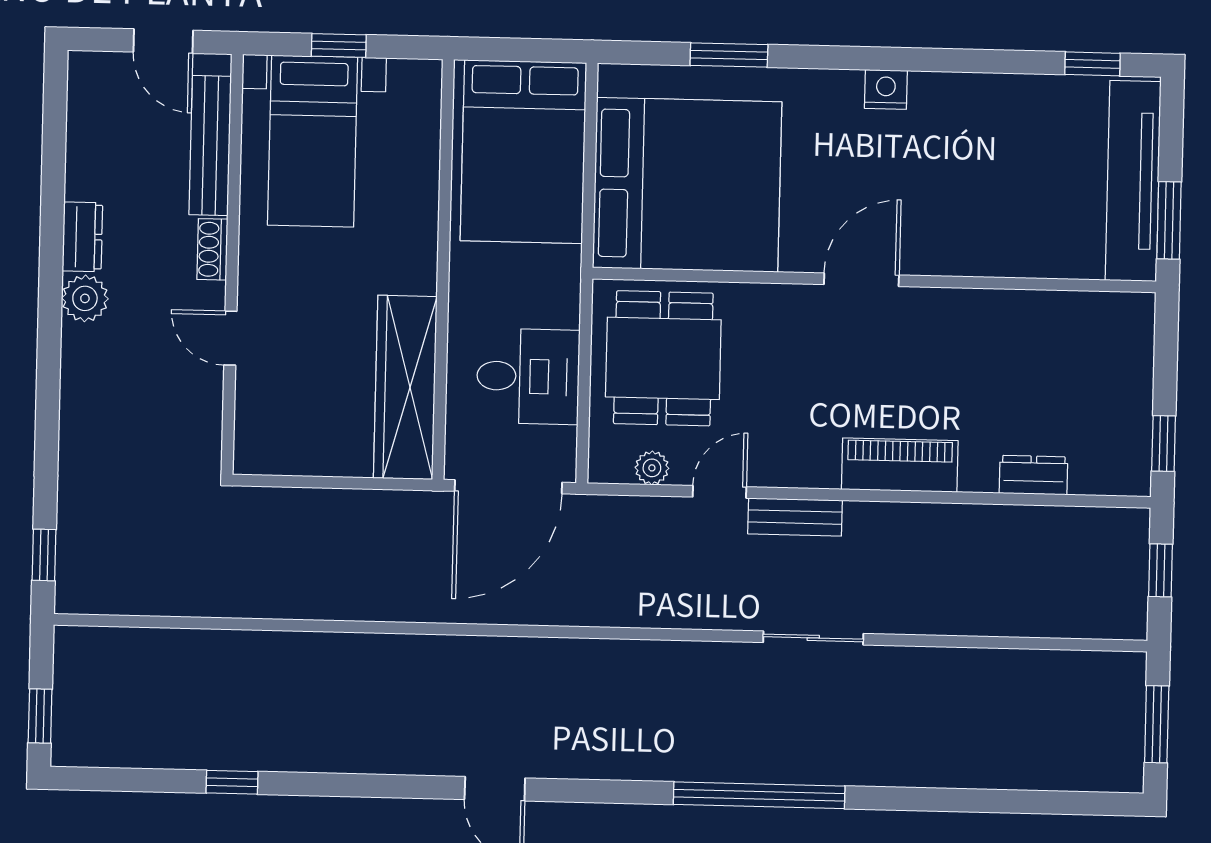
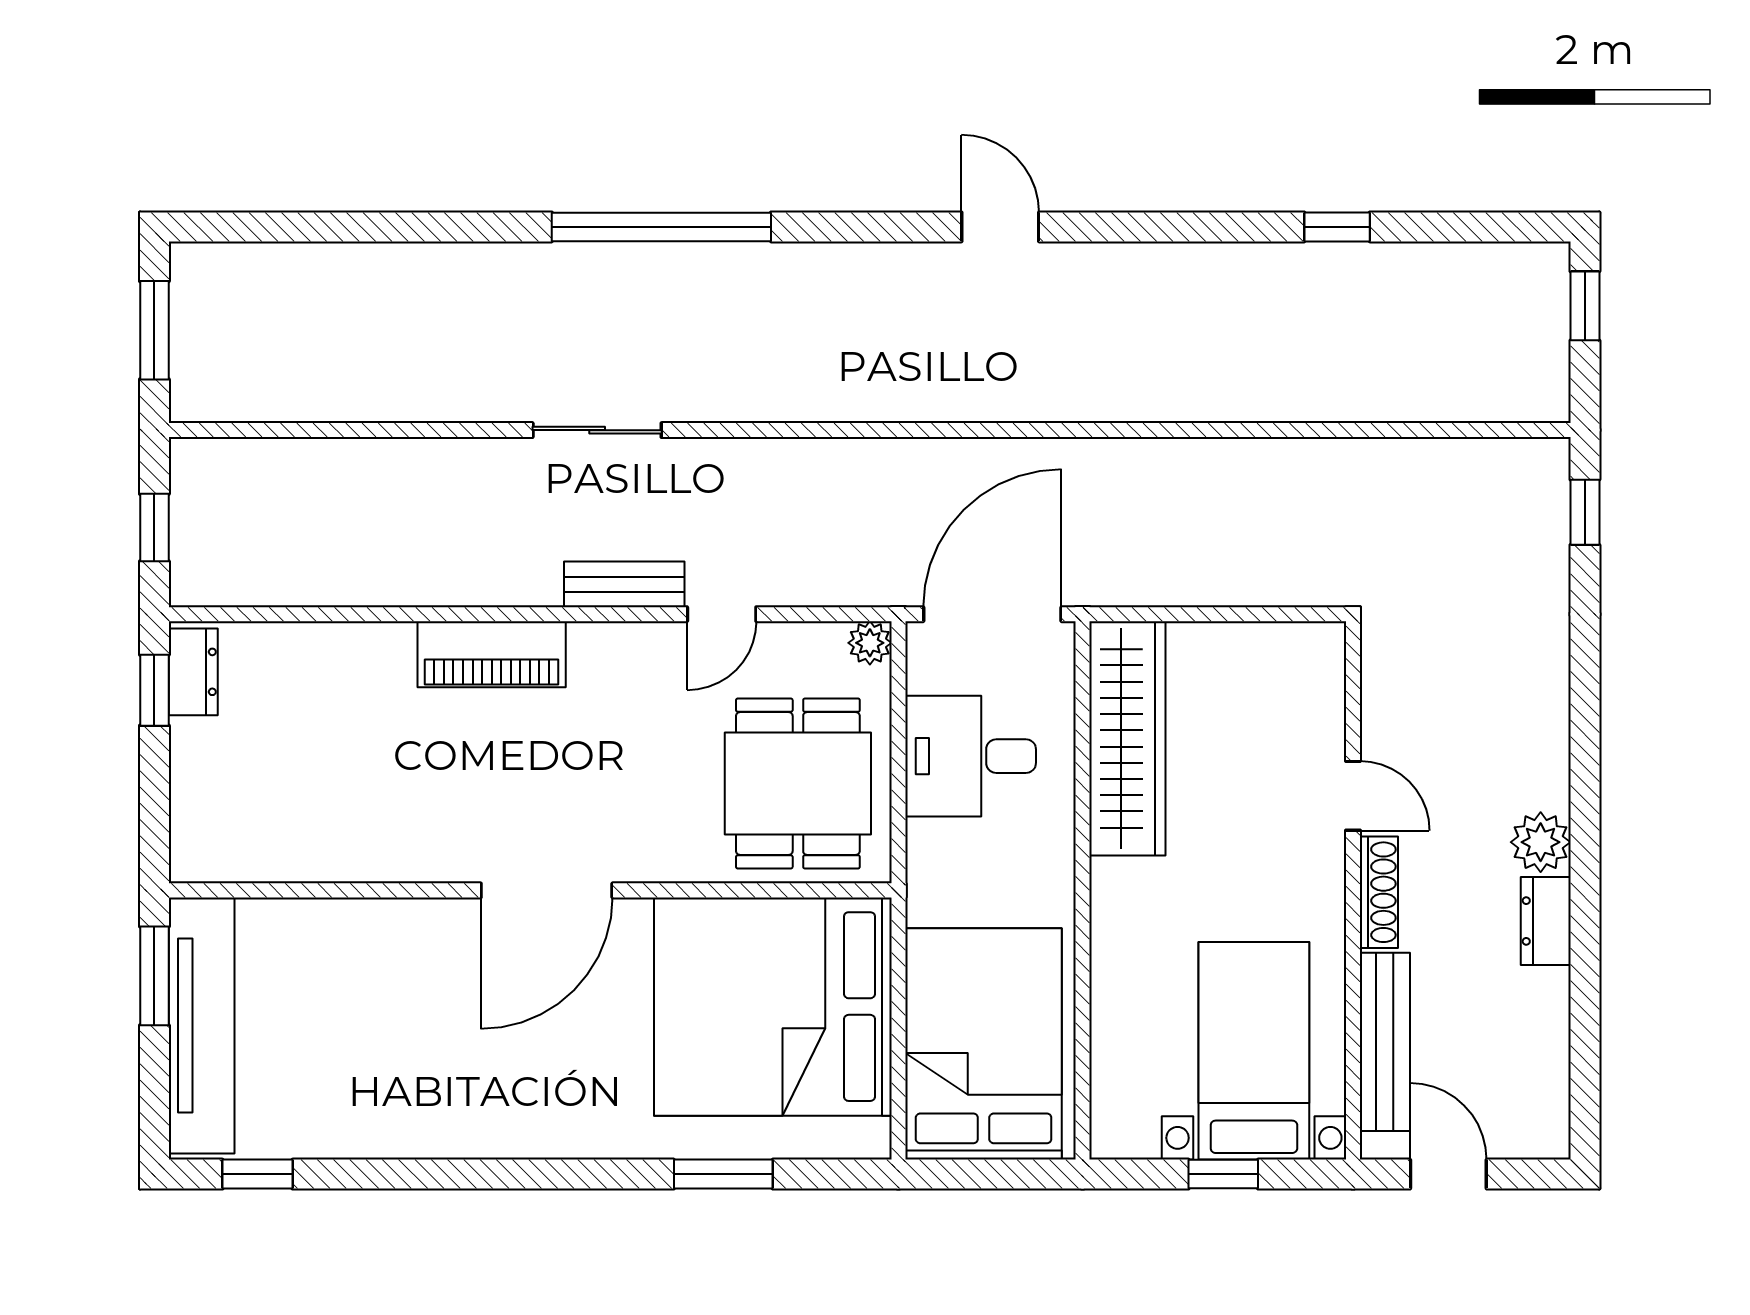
nightstand: (886, 89) -> (521, 1135), removed
shoe rack: (212, 249) -> (1379, 892), width x1.43
door: (861, 280) -> (547, 890), width x1.36
plant: (652, 468) -> (870, 643), moved
dresser: (1033, 475) -> (193, 672), moved, turned -90

